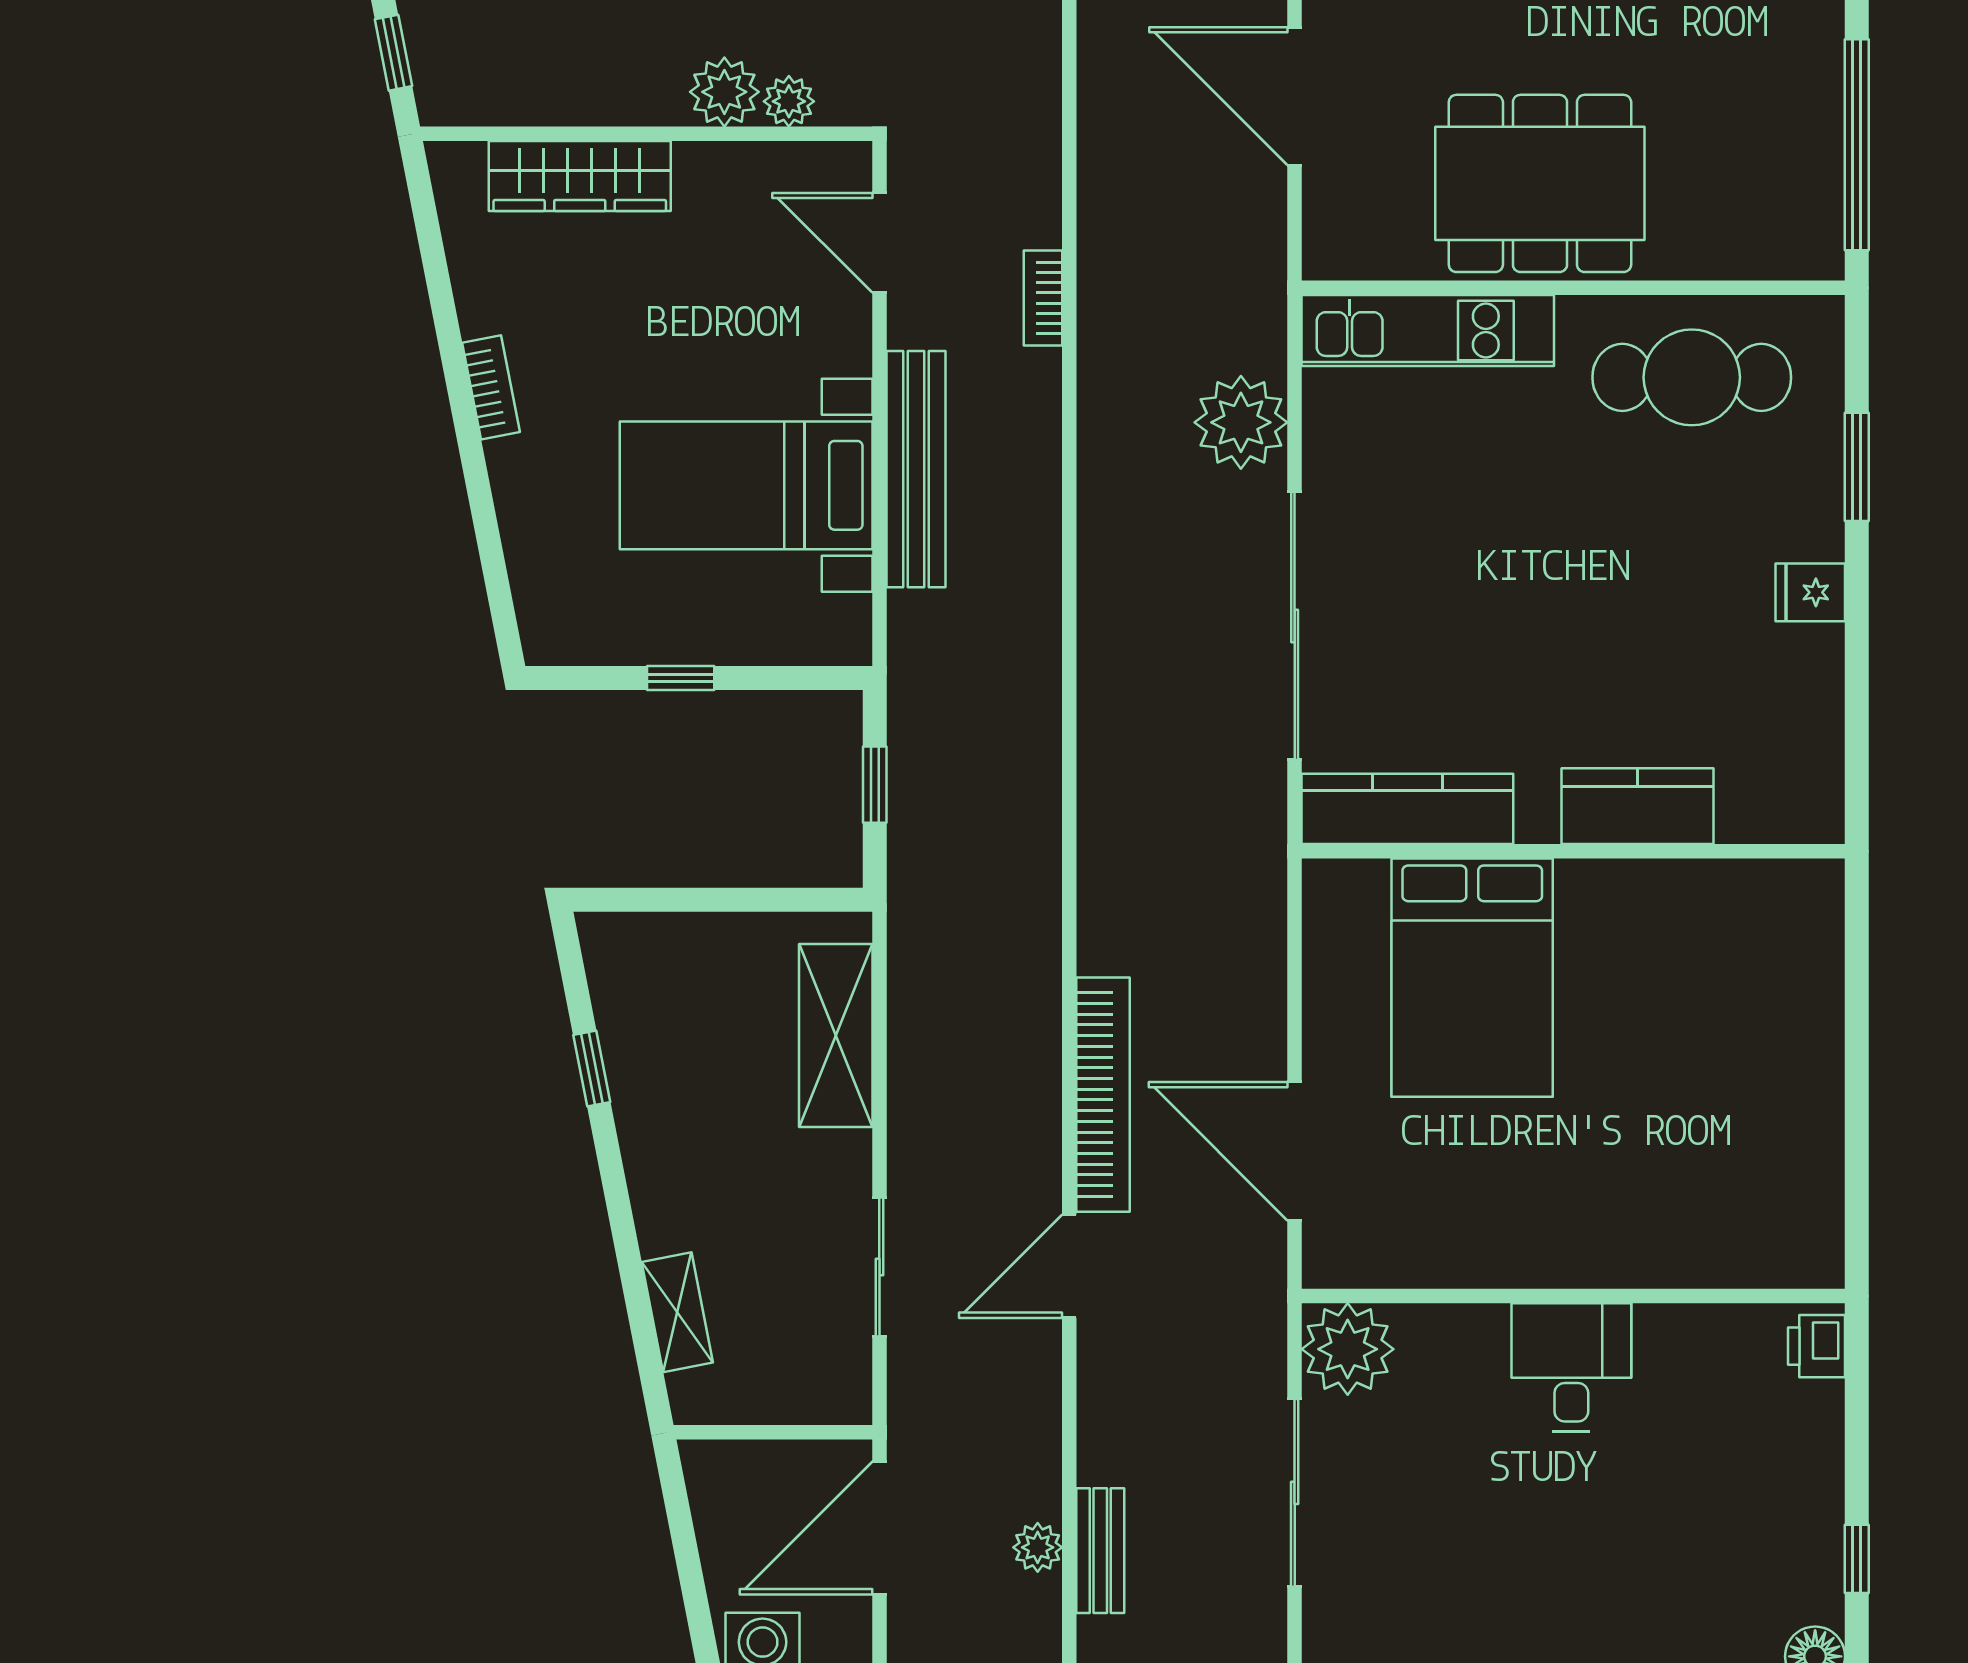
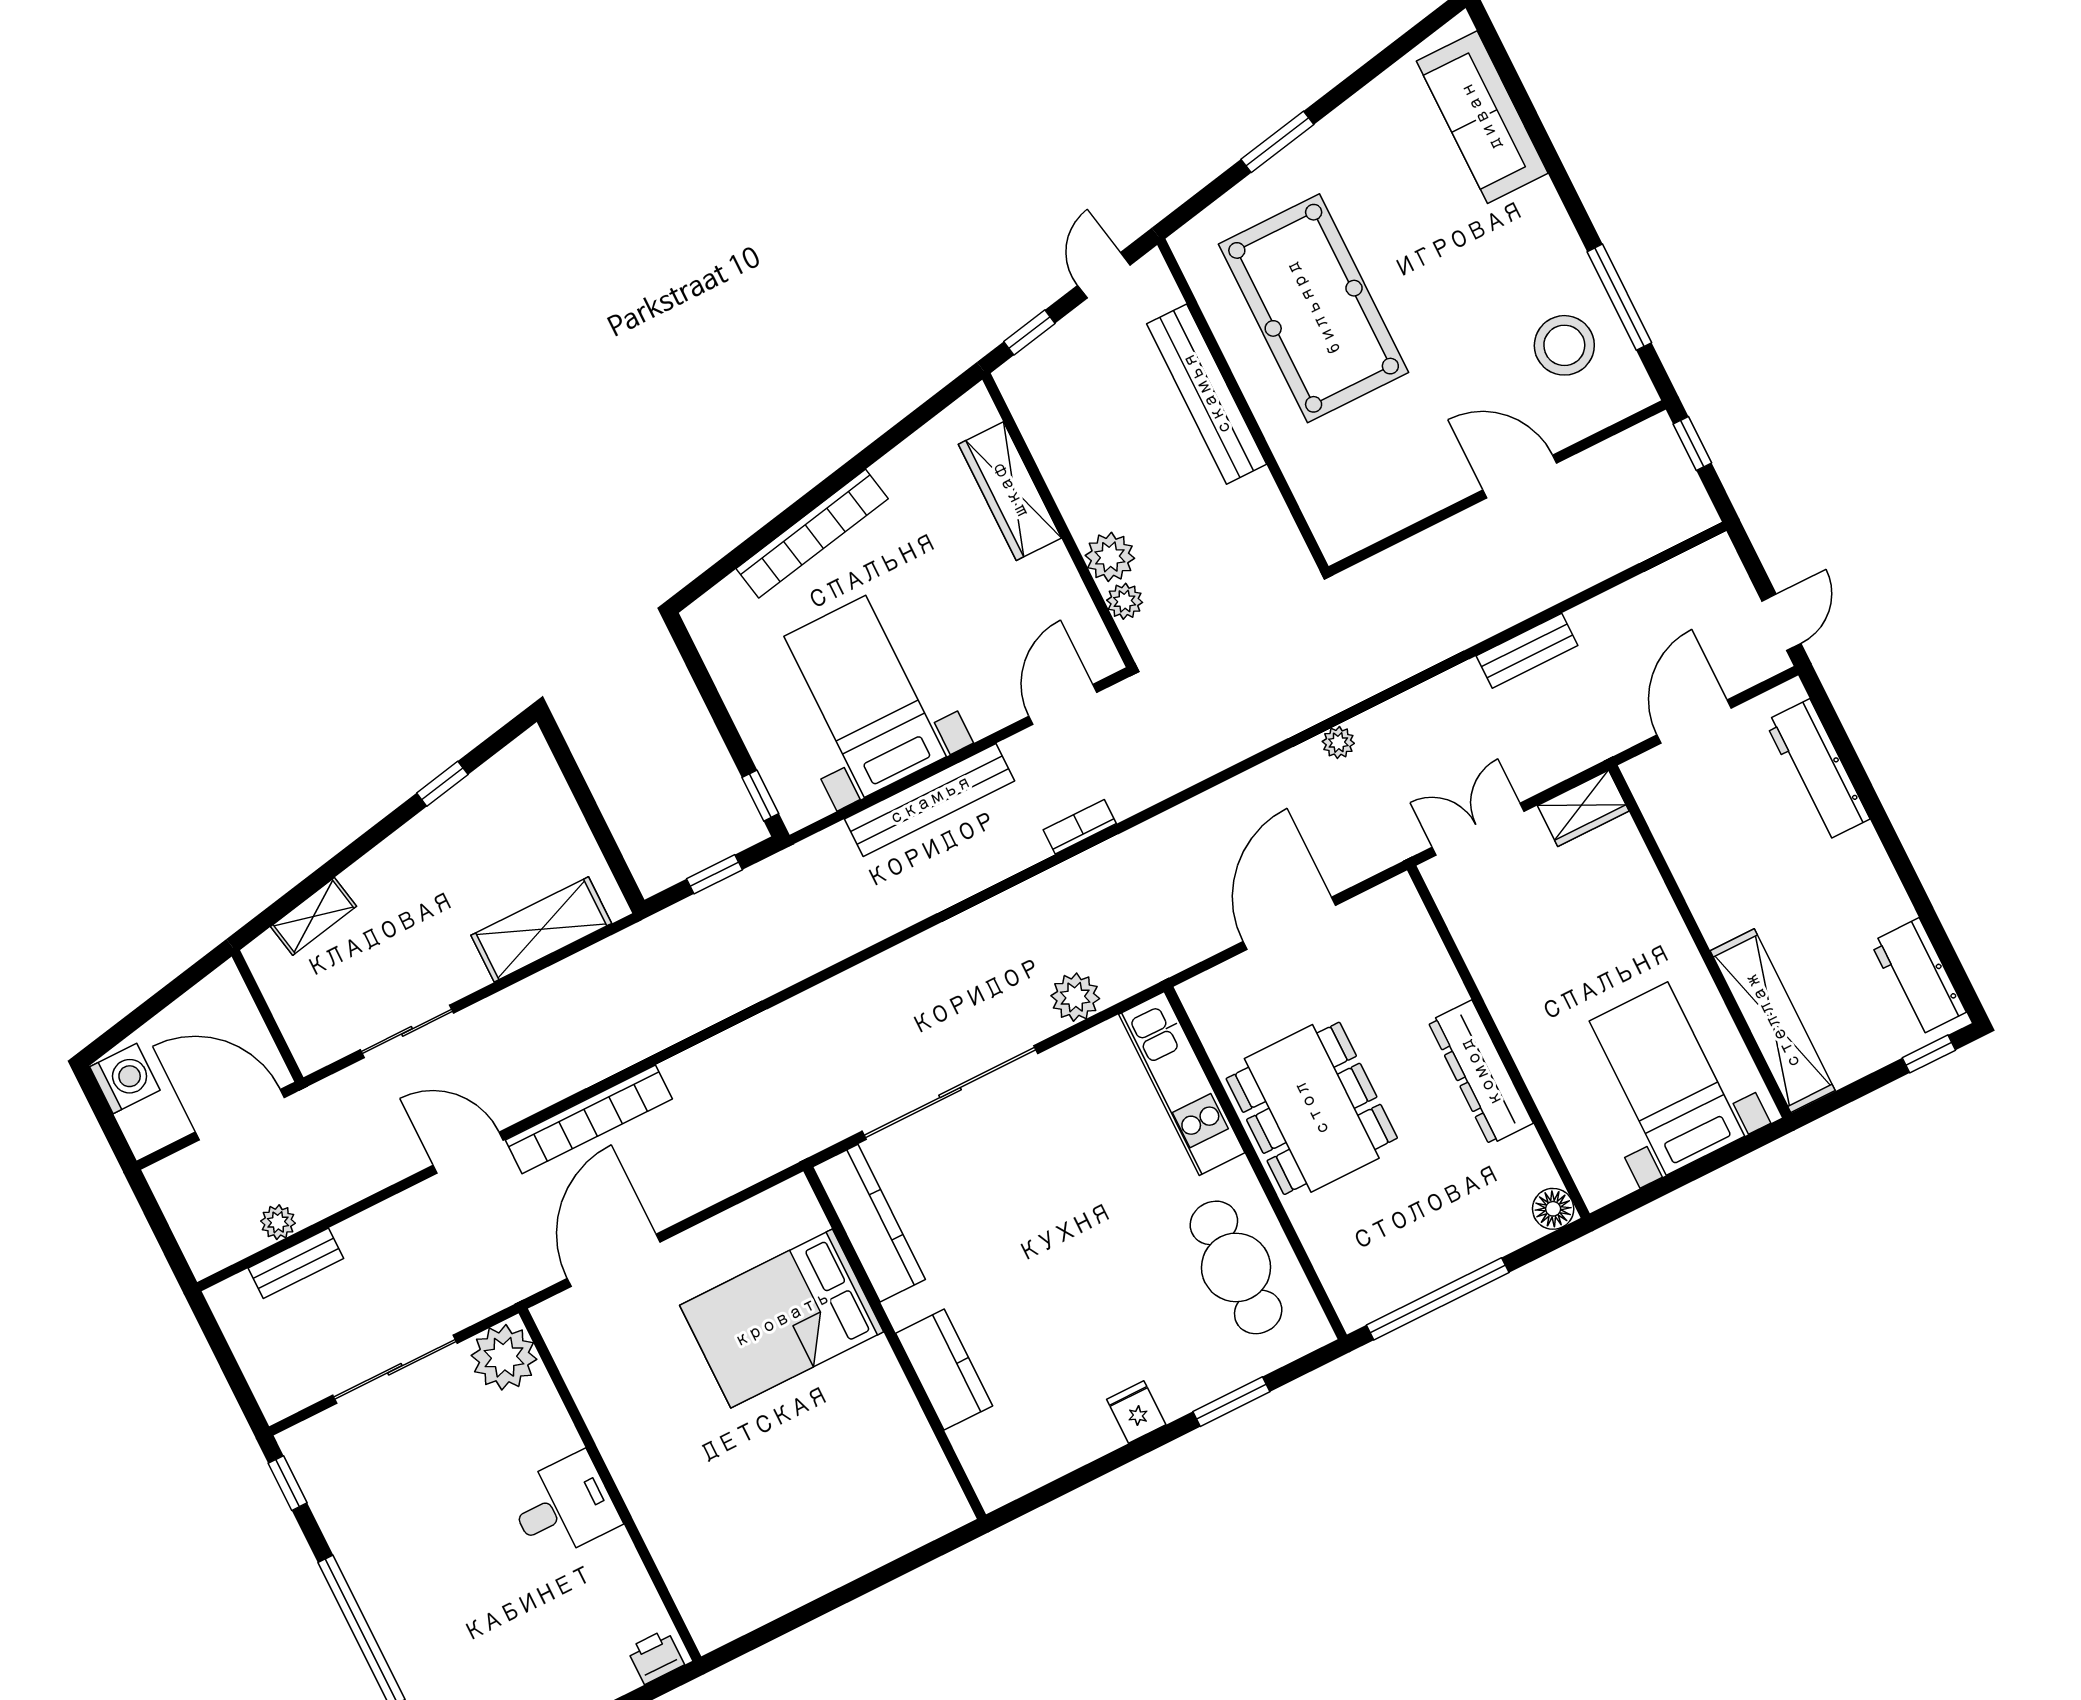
bookcase: (491, 387) -> (812, 534), width x2.31, depth x1.31
plant: (1241, 422) -> (1075, 997), width x0.73, depth x0.73
window: (681, 678) -> (760, 796), moved

